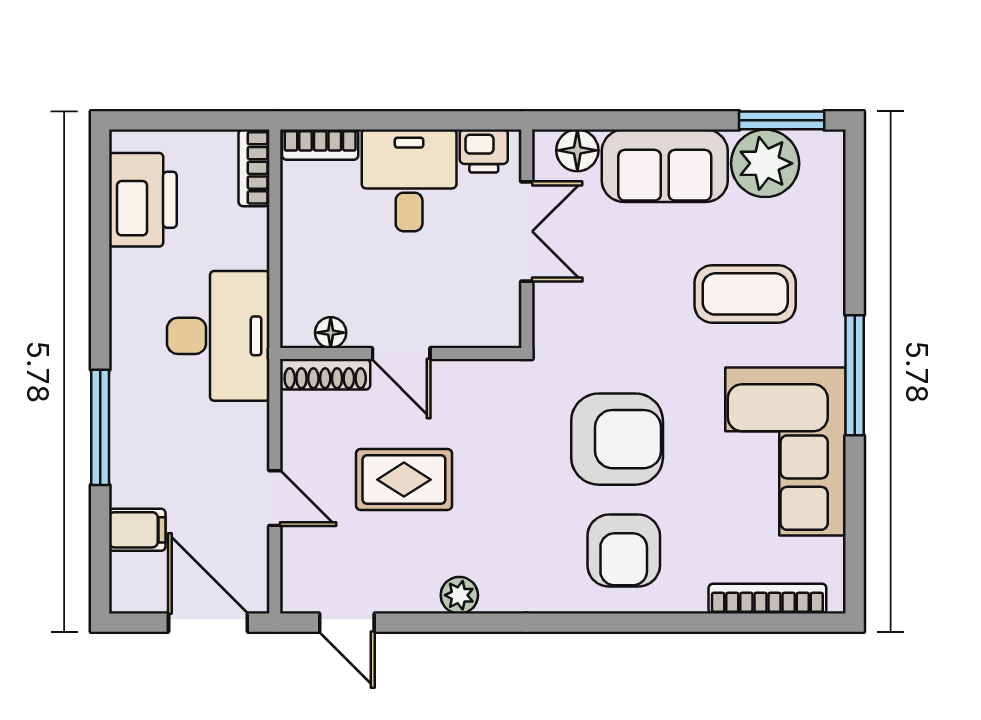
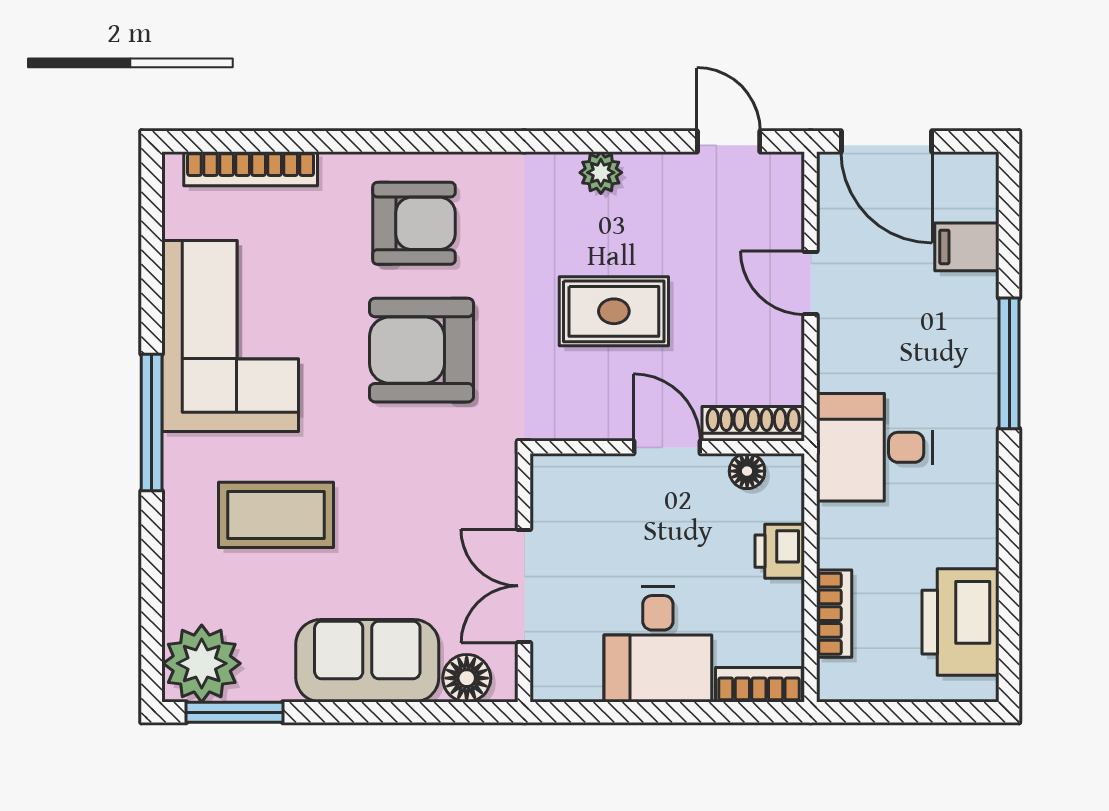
printer: (484, 151) -> (780, 551), moved, turned -90
plant: (765, 163) -> (202, 663), moved
bookcase: (254, 168) -> (834, 614), moved
desk: (218, 336) -> (875, 447), width x0.73
rug: (404, 480) -> (614, 311), moved
armchair: (624, 551) -> (414, 223), turned 90

